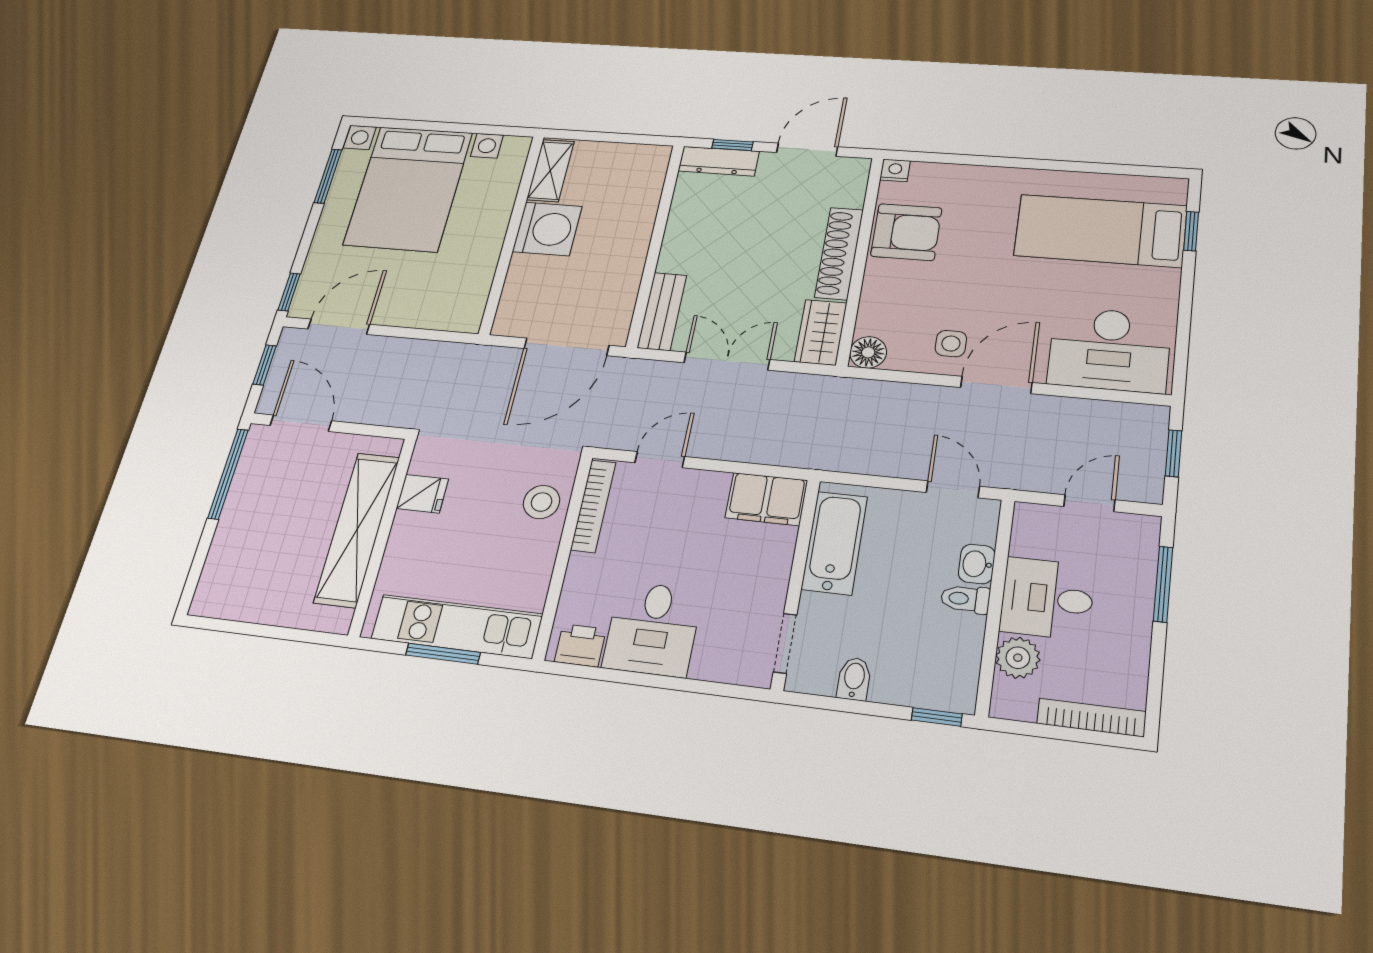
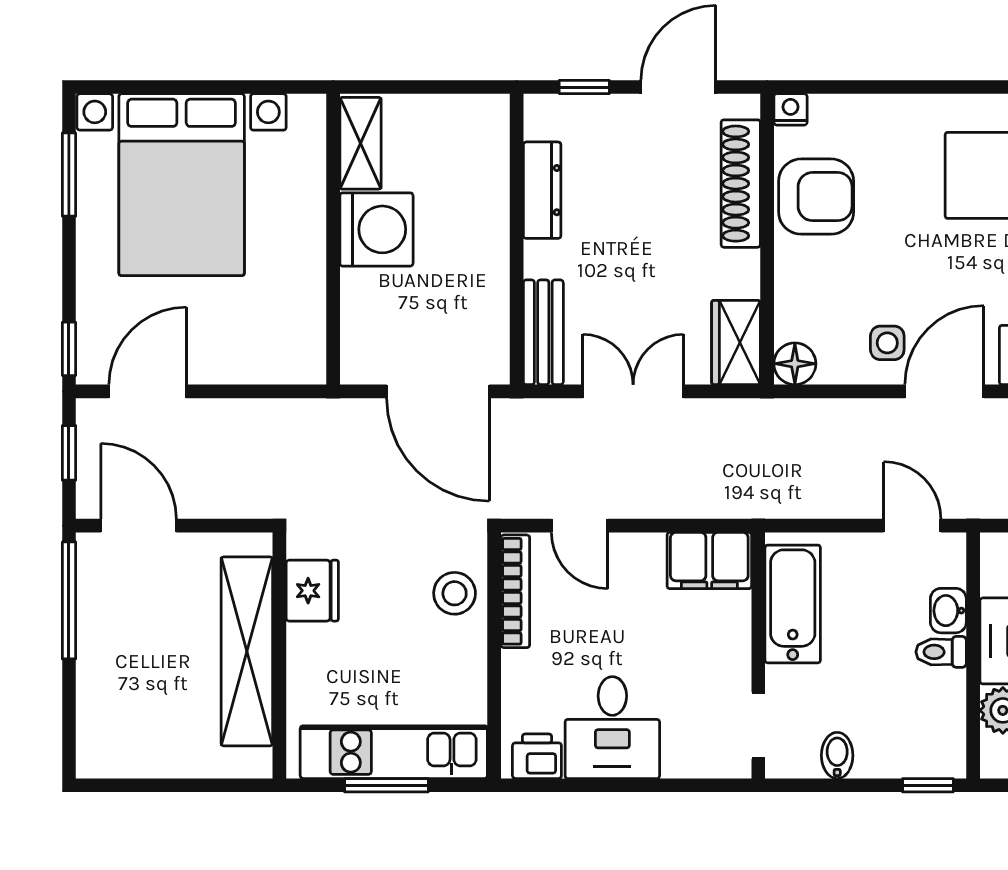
dresser: (719, 161) -> (542, 190), moved, turned -90
shoe rack: (839, 253) -> (741, 184), moved
door: (566, 347) -> (438, 391), hinge flipped
door: (660, 460) -> (580, 526), swing flipped
fridge: (422, 494) -> (312, 591), width x1.38

